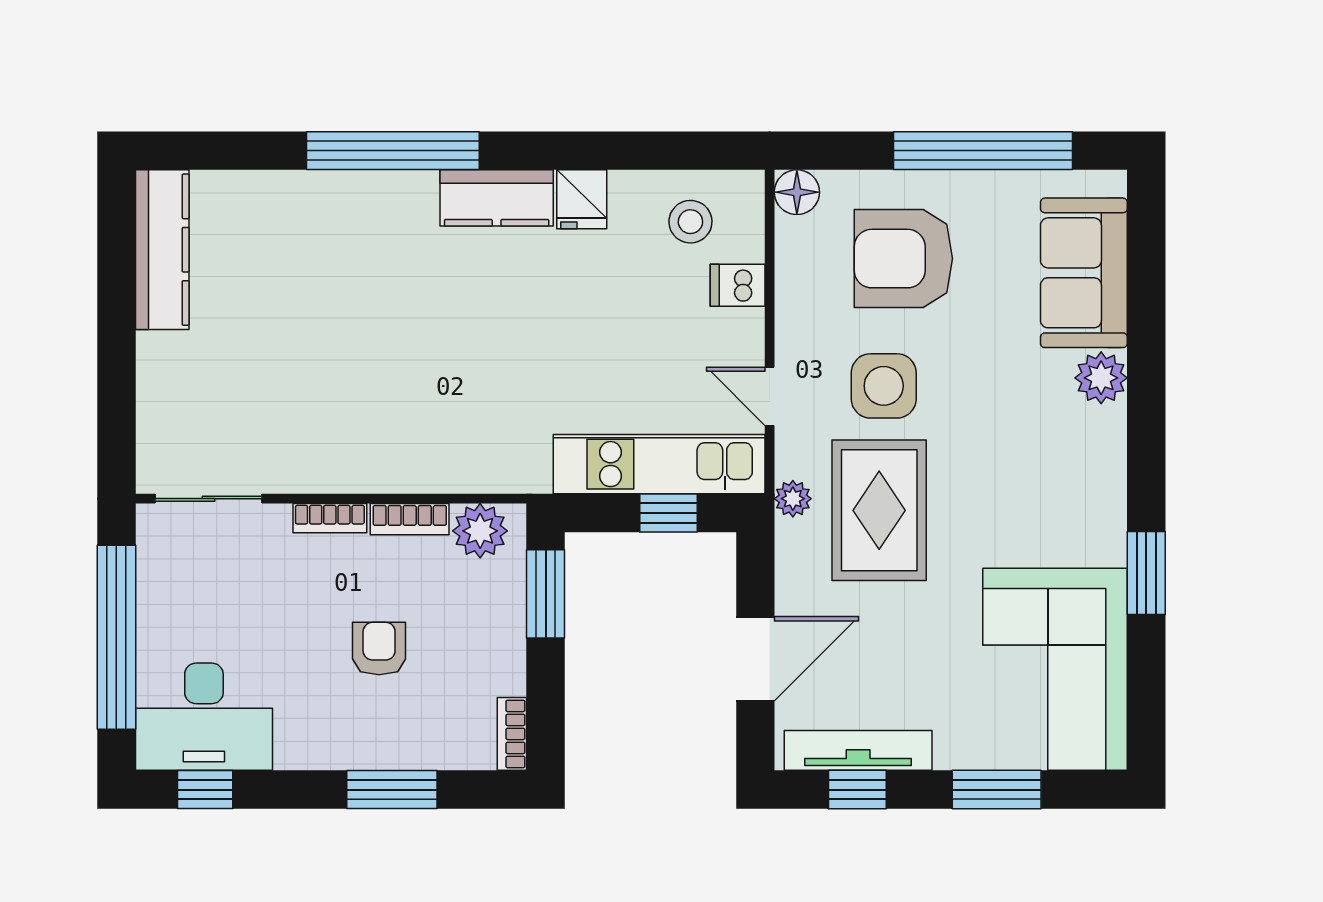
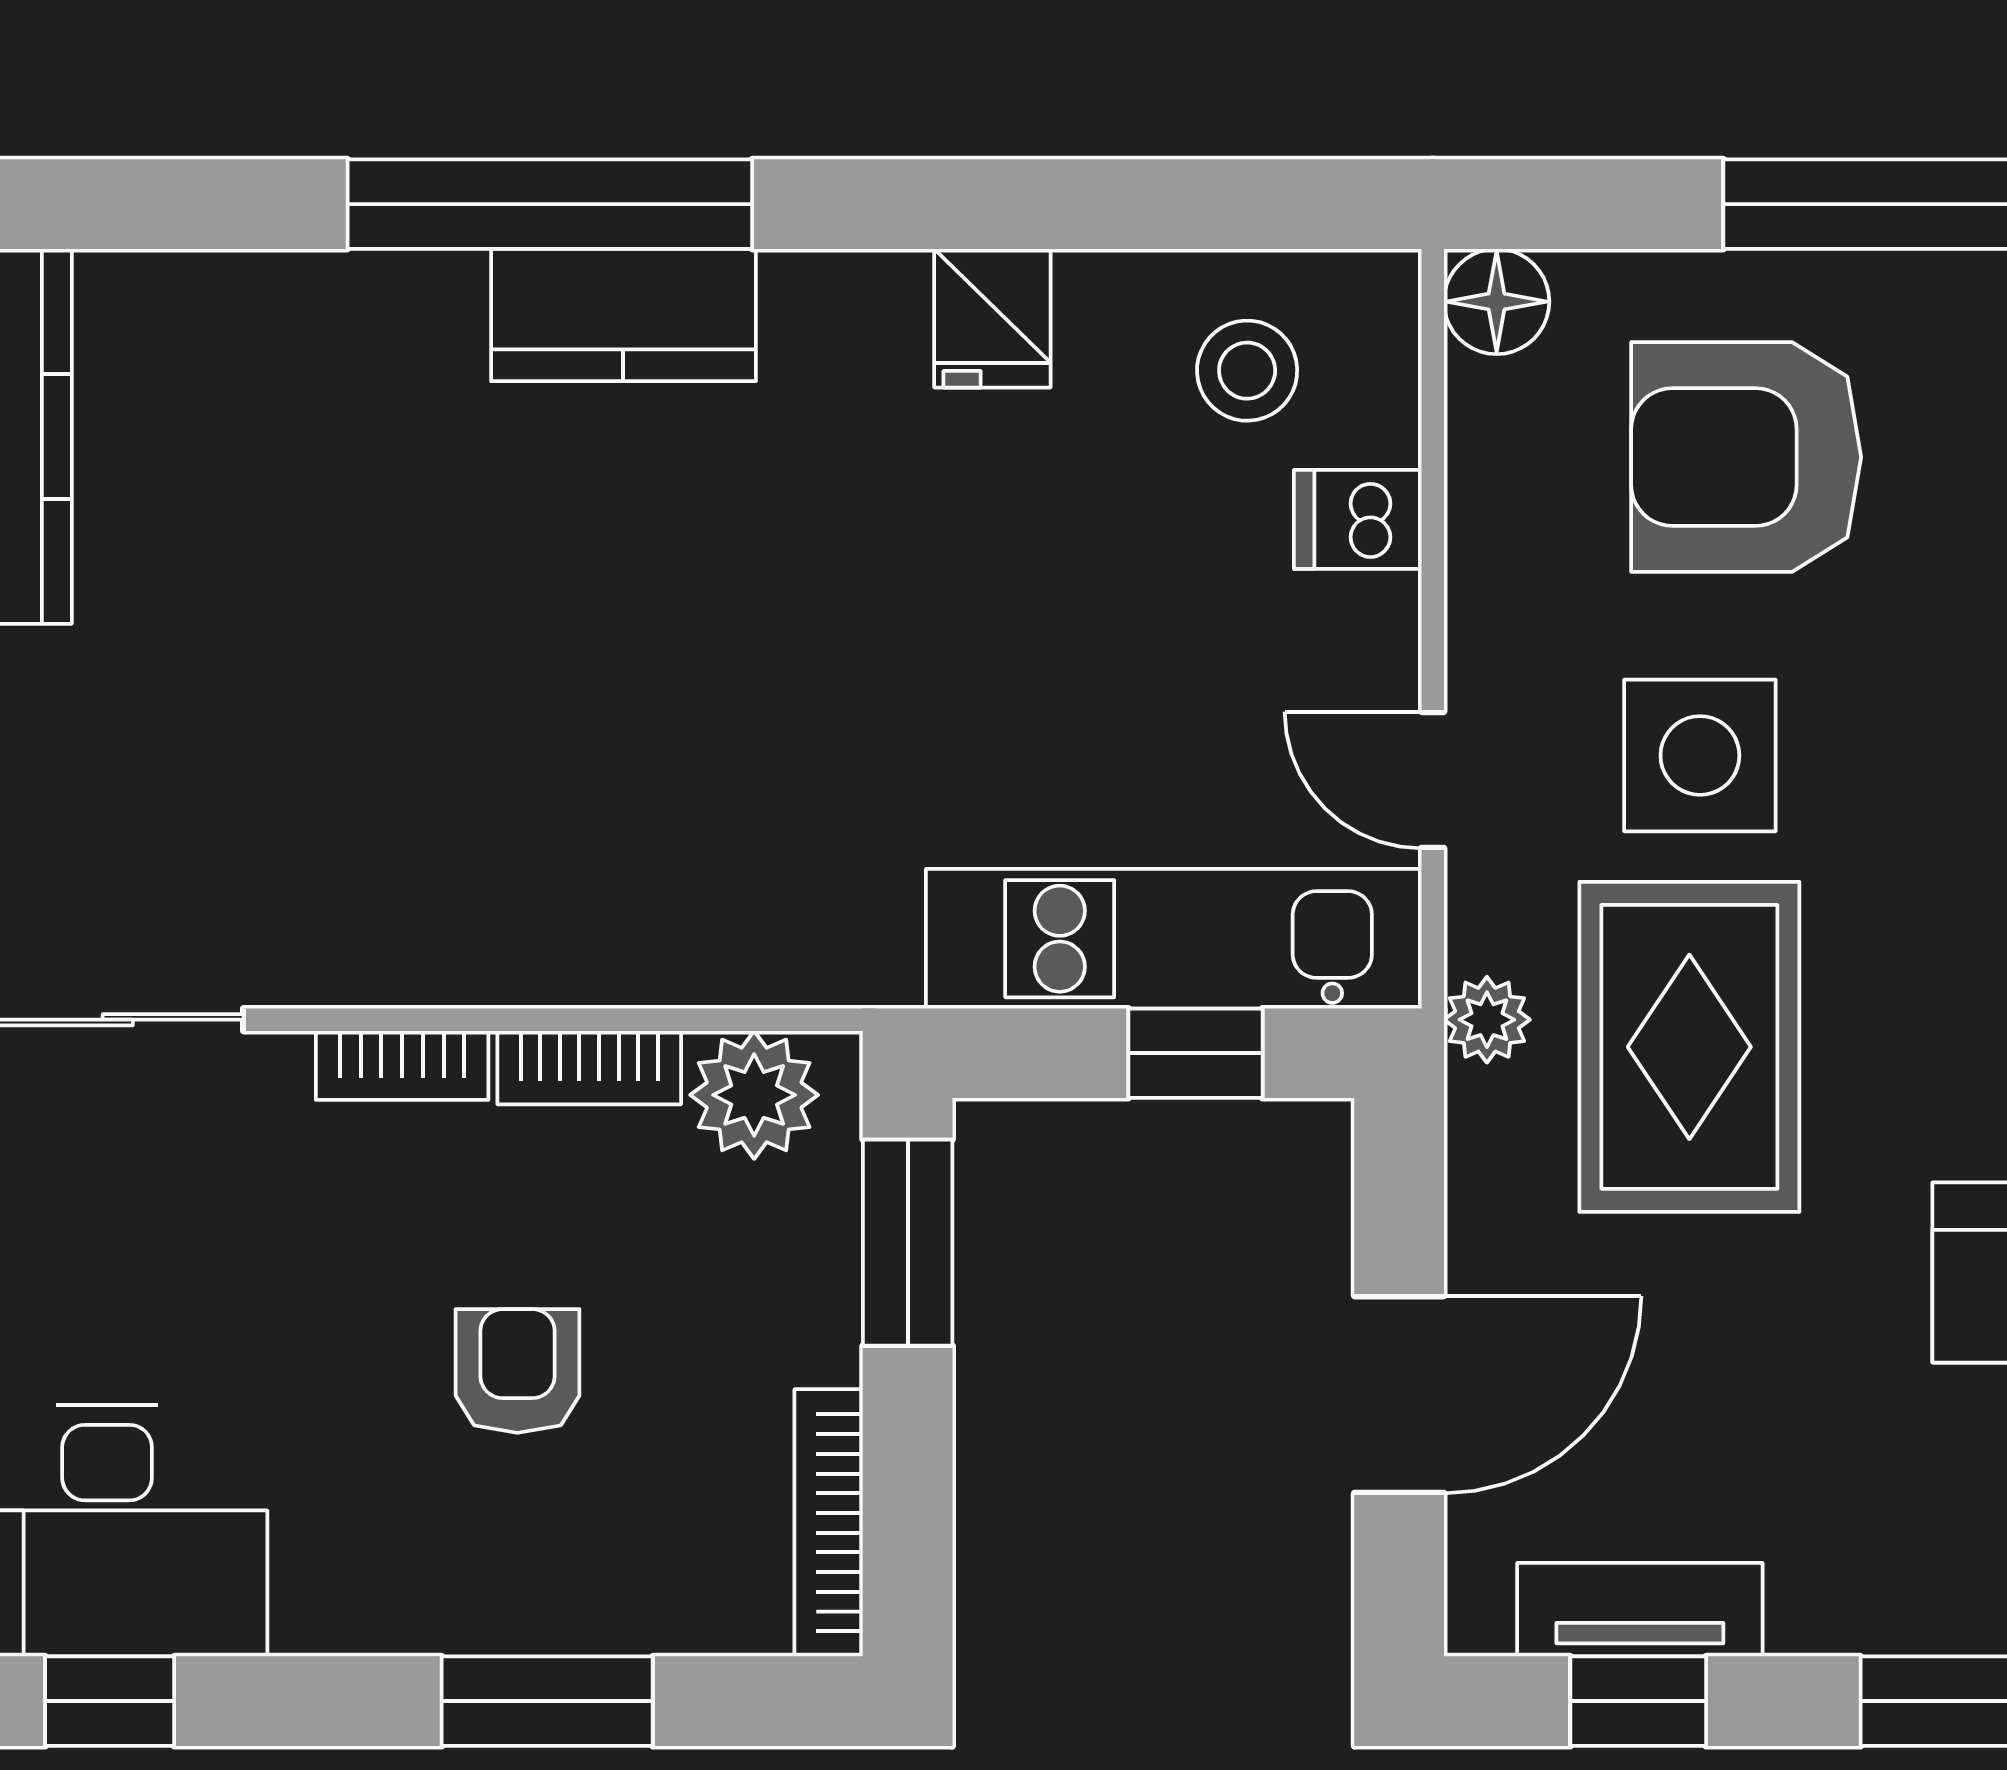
kitchen counter: (497, 198) -> (623, 315), moved
bookcase: (512, 734) -> (829, 1523), width x1.56
tv unit: (858, 750) -> (1640, 1610), width x0.71

